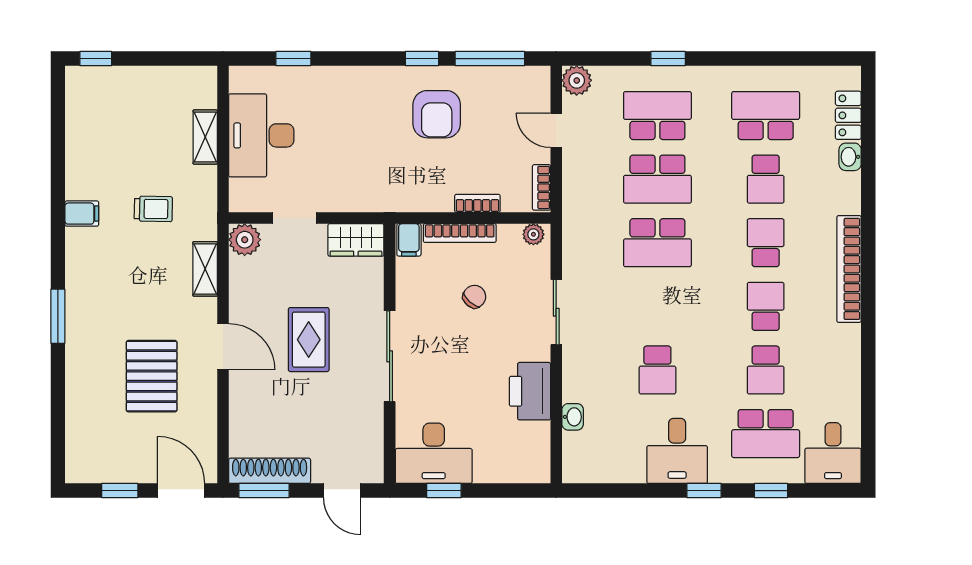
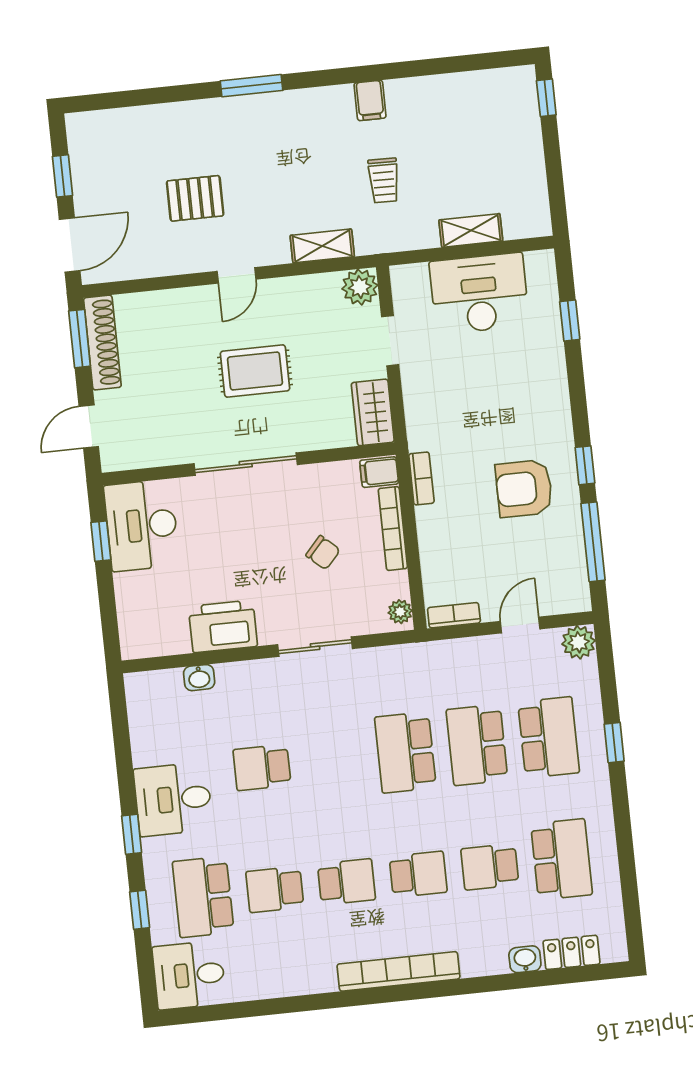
bookcase: (477, 203) -> (421, 478), moved
door: (223, 347) -> (237, 275), width x0.73
pallet: (152, 376) -> (195, 198), width x0.67, depth x0.71

